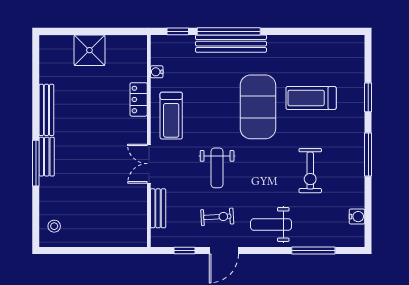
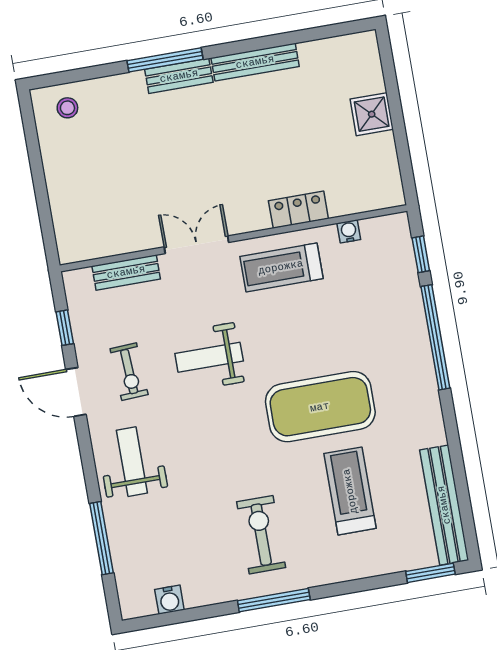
bench: (231, 44) -> (444, 505), moved
shower: (89, 50) -> (372, 114), width x0.73, depth x0.73
window: (368, 97) -> (430, 573), moved
exercise bike: (310, 171) -> (261, 535), moved, turned 90

